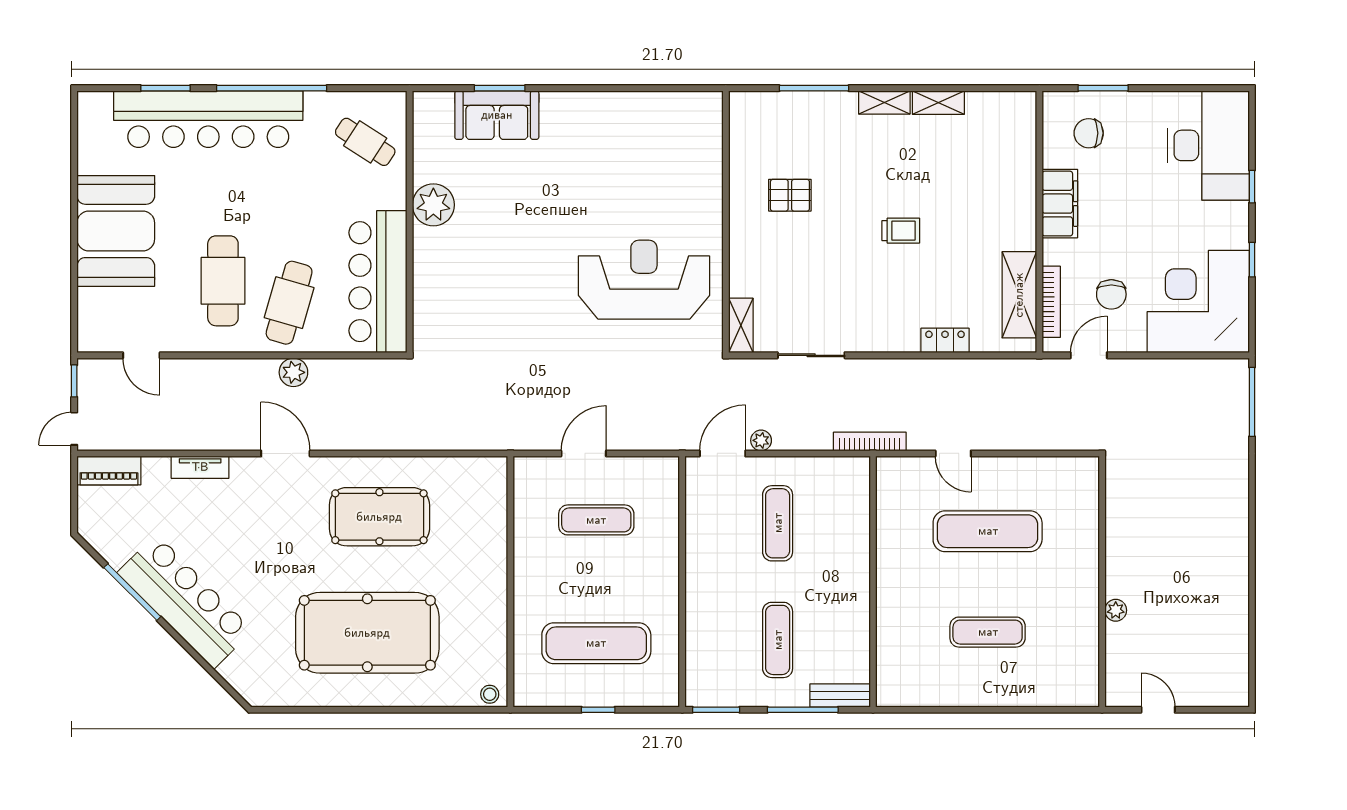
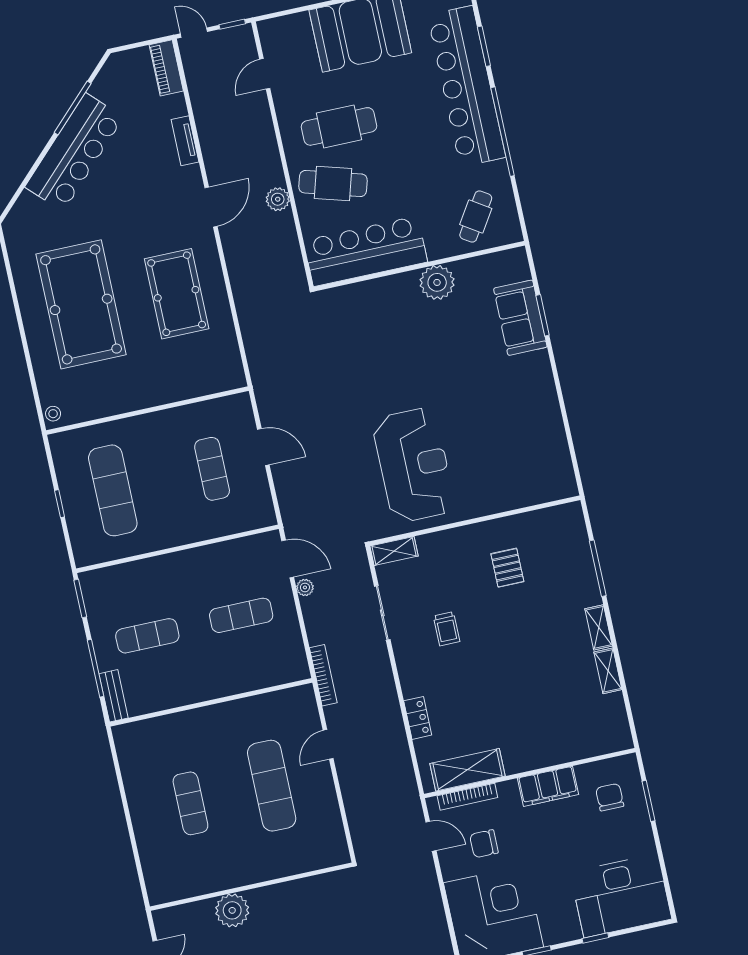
trolley: (901, 231) -> (447, 629), moved
plant: (1116, 610) -> (232, 910), width x1.88, depth x1.88

